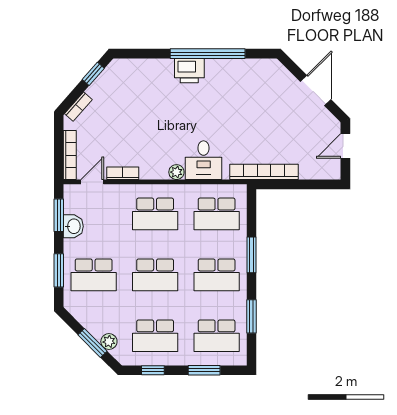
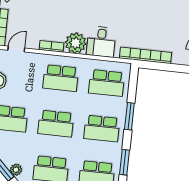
plant: (176, 172) -> (76, 43), width x1.88, depth x1.88
bookcase: (123, 173) -> (51, 46), moved

